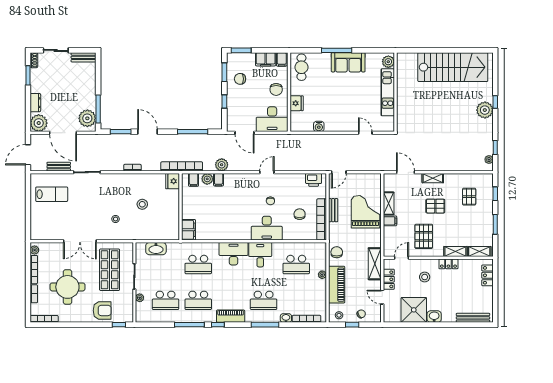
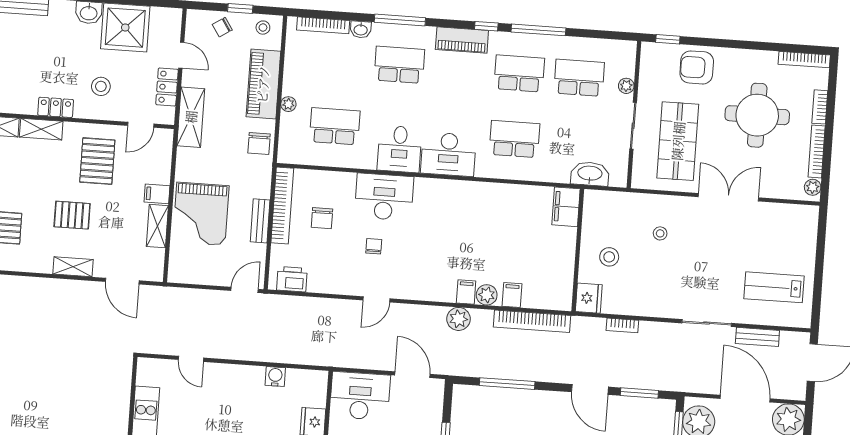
fridge: (173, 181) -> (589, 298), moved
wall: (180, 207) -> (578, 250), moved
filing cabinet: (188, 230) -> (566, 207), moved

